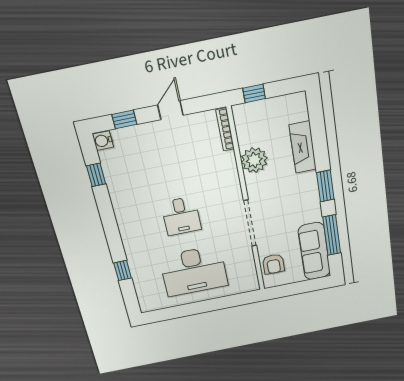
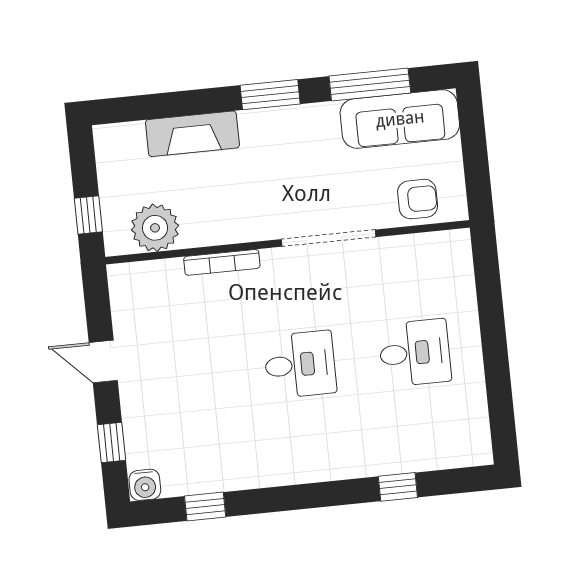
bookcase: (225, 129) -> (222, 262), moved
plant: (254, 160) -> (155, 228), moved
desk: (194, 271) -> (415, 353), width x0.53, depth x0.77

